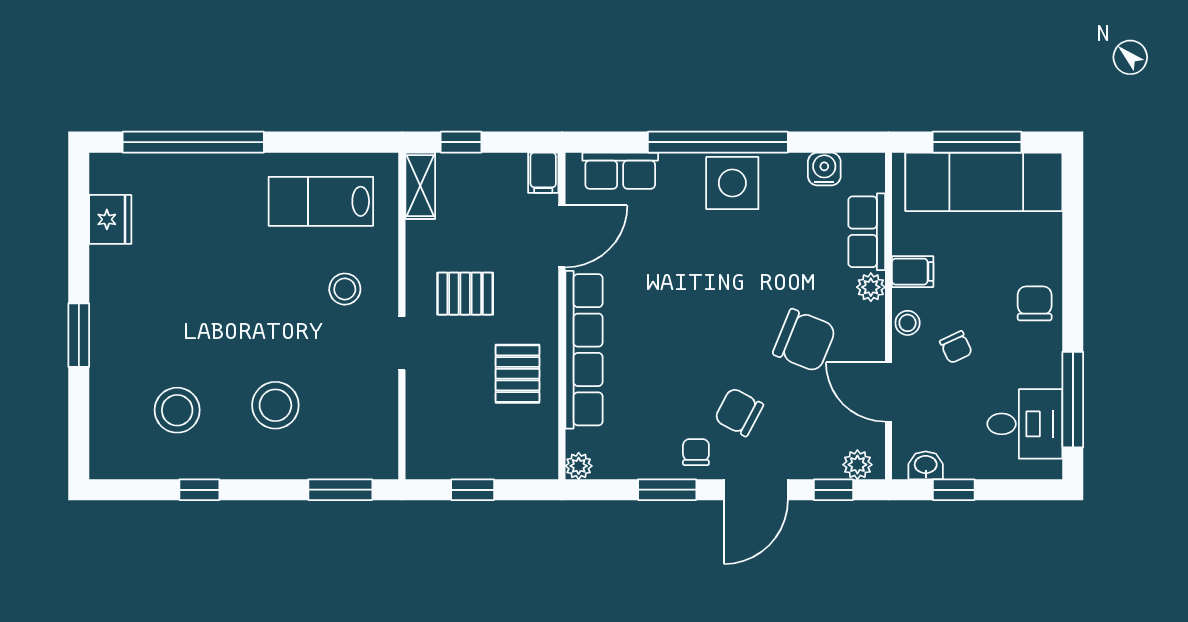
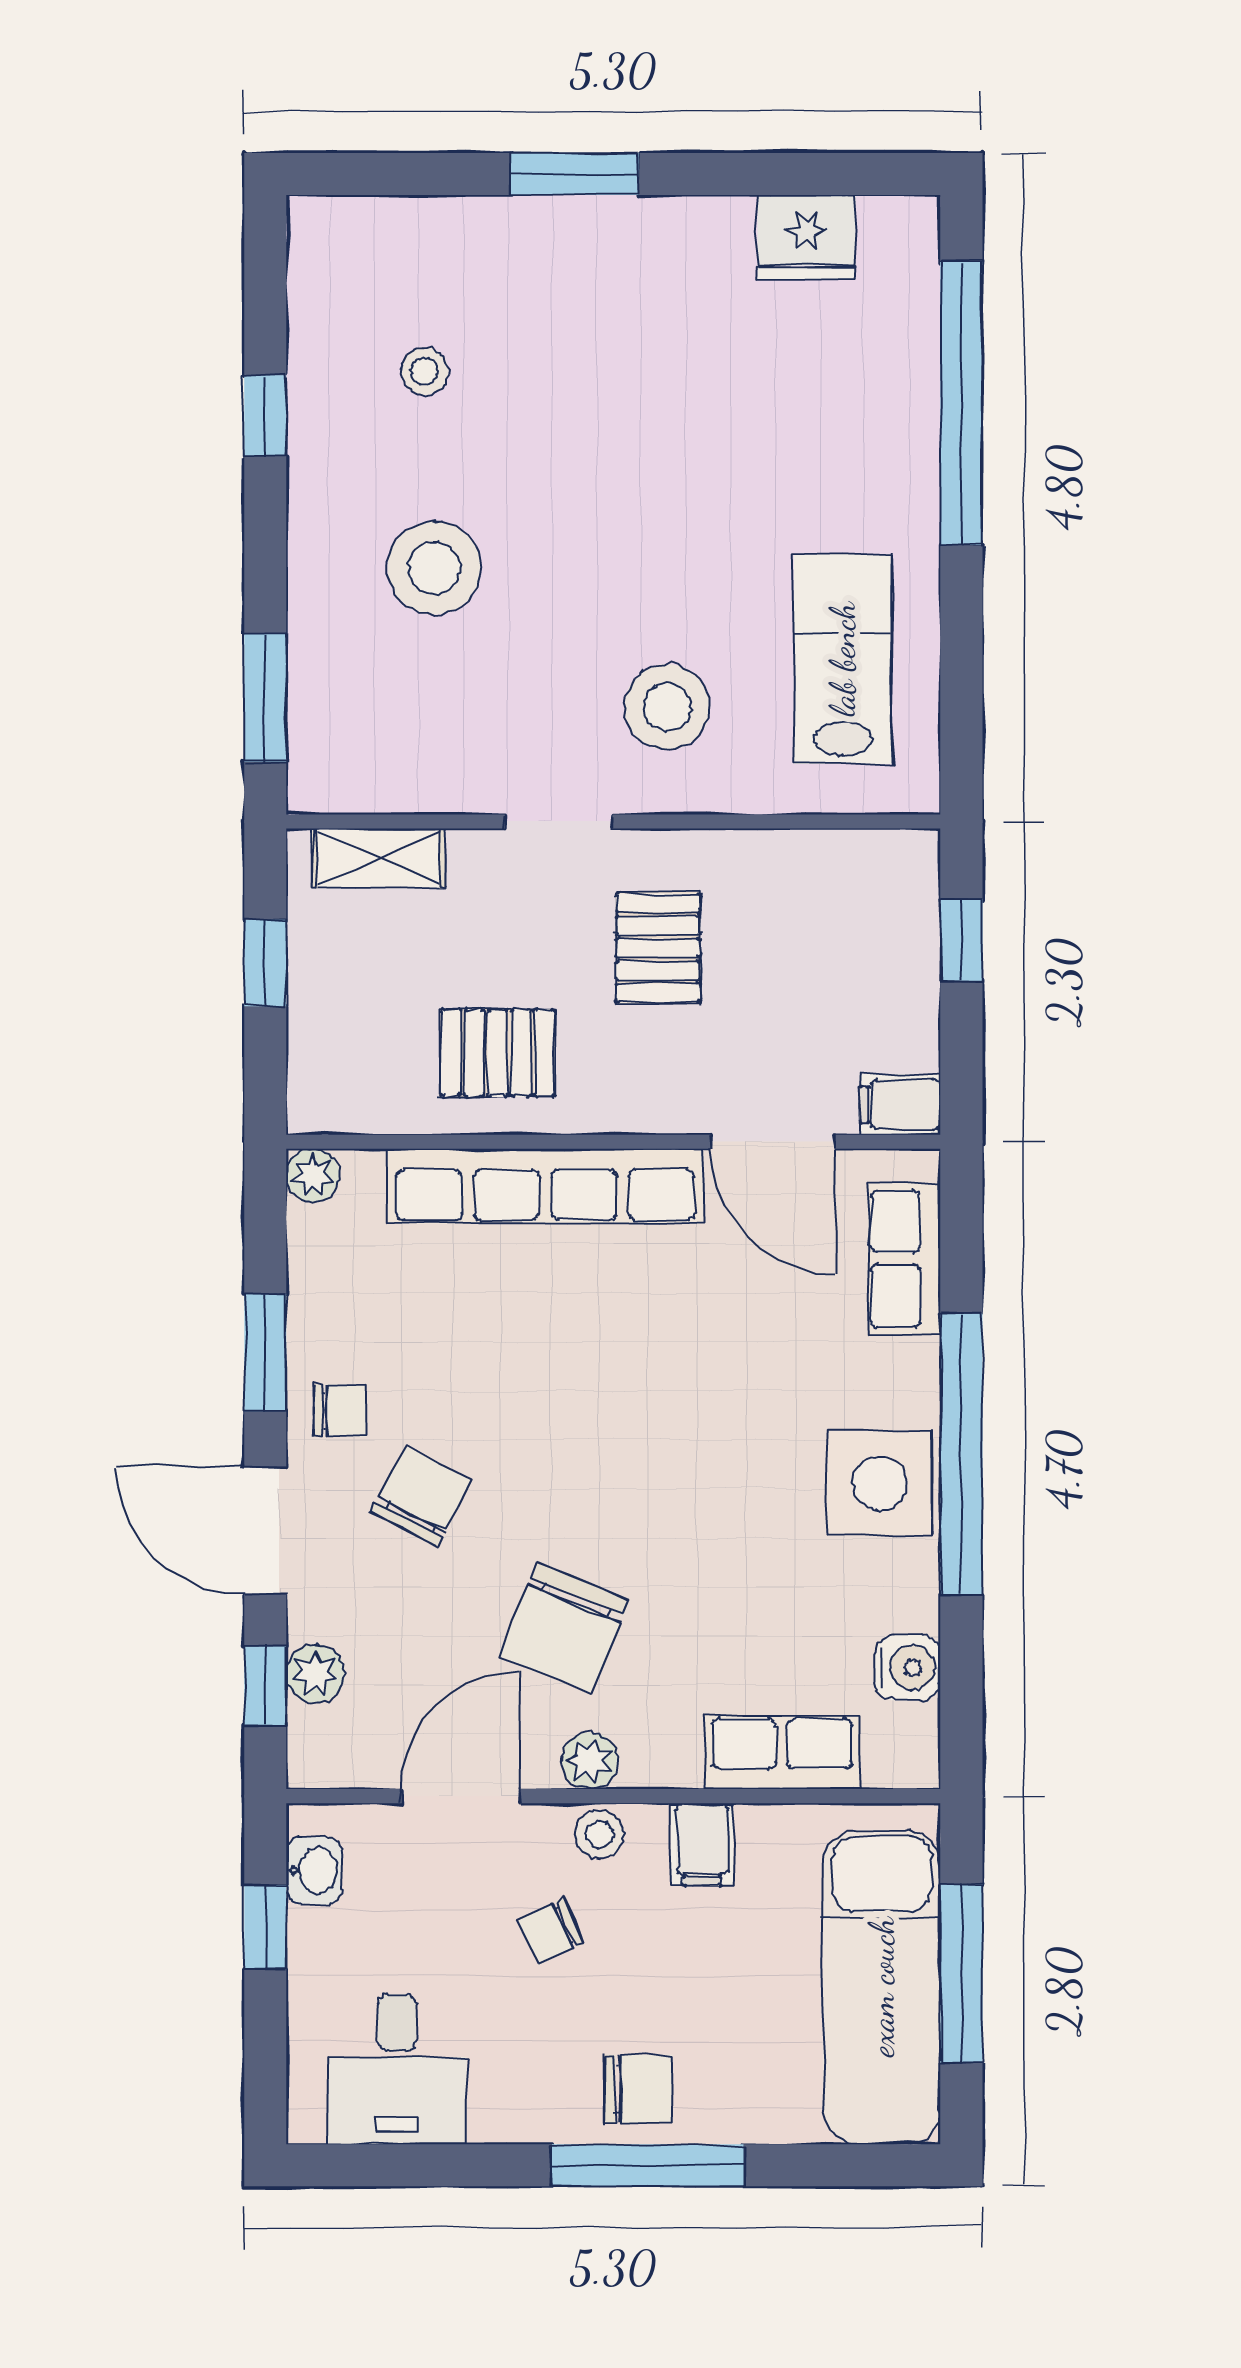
shelving: (420, 186) -> (378, 858), moved
plant: (871, 287) -> (590, 1761), moved
stool: (345, 289) -> (667, 707), width x1.38, depth x1.38
window: (1073, 400) -> (648, 2165), moved
stool: (177, 410) -> (424, 371), width x0.53, depth x0.53
plant: (857, 465) -> (315, 1674), moved

